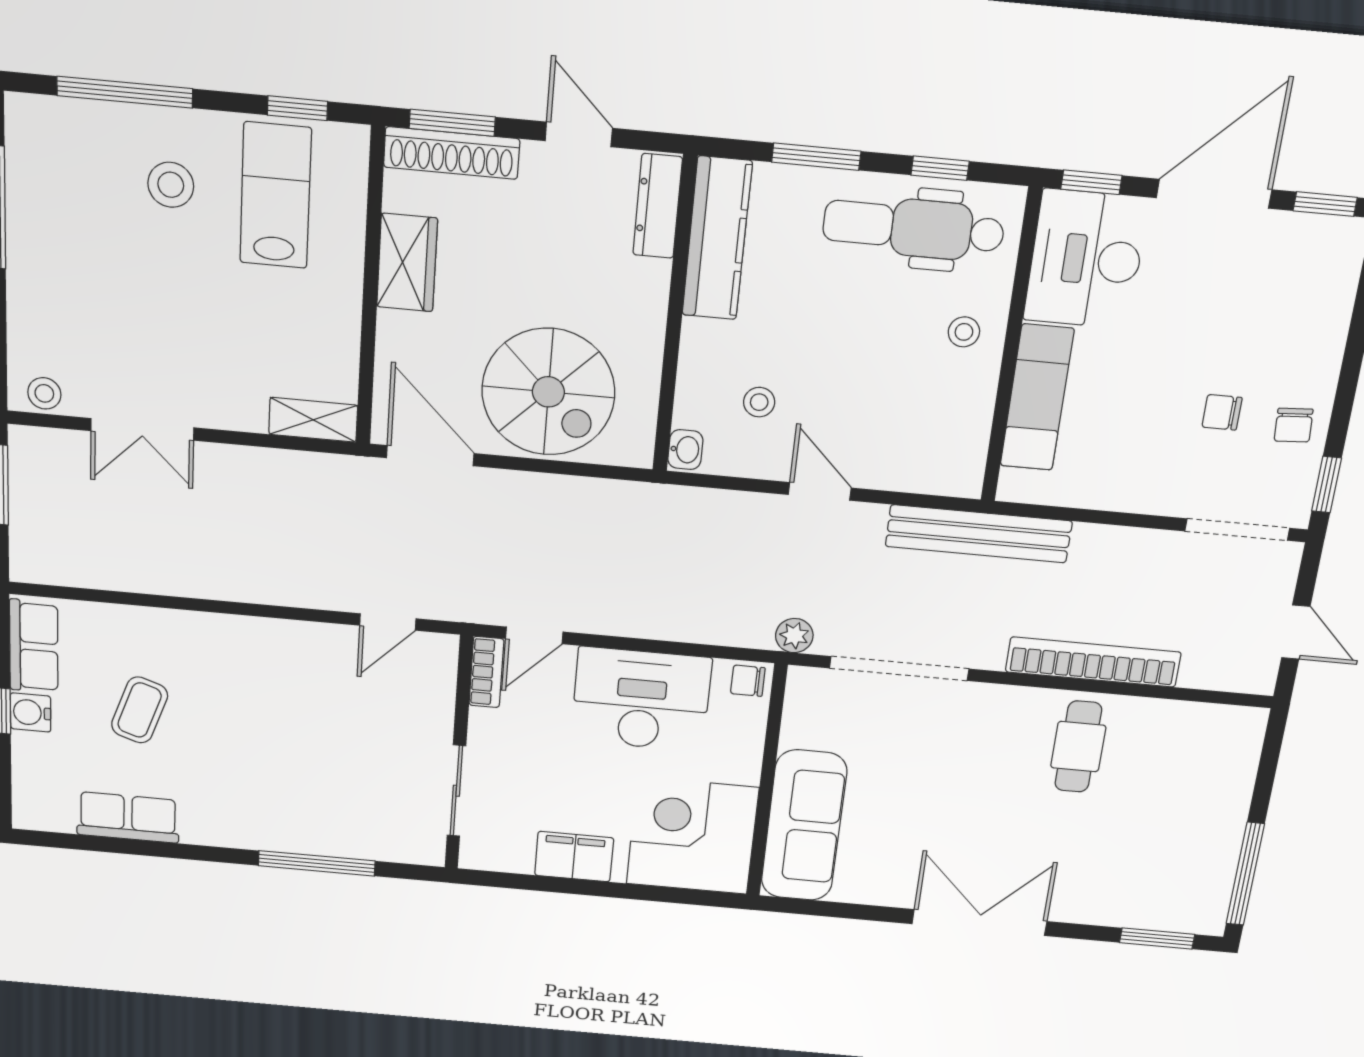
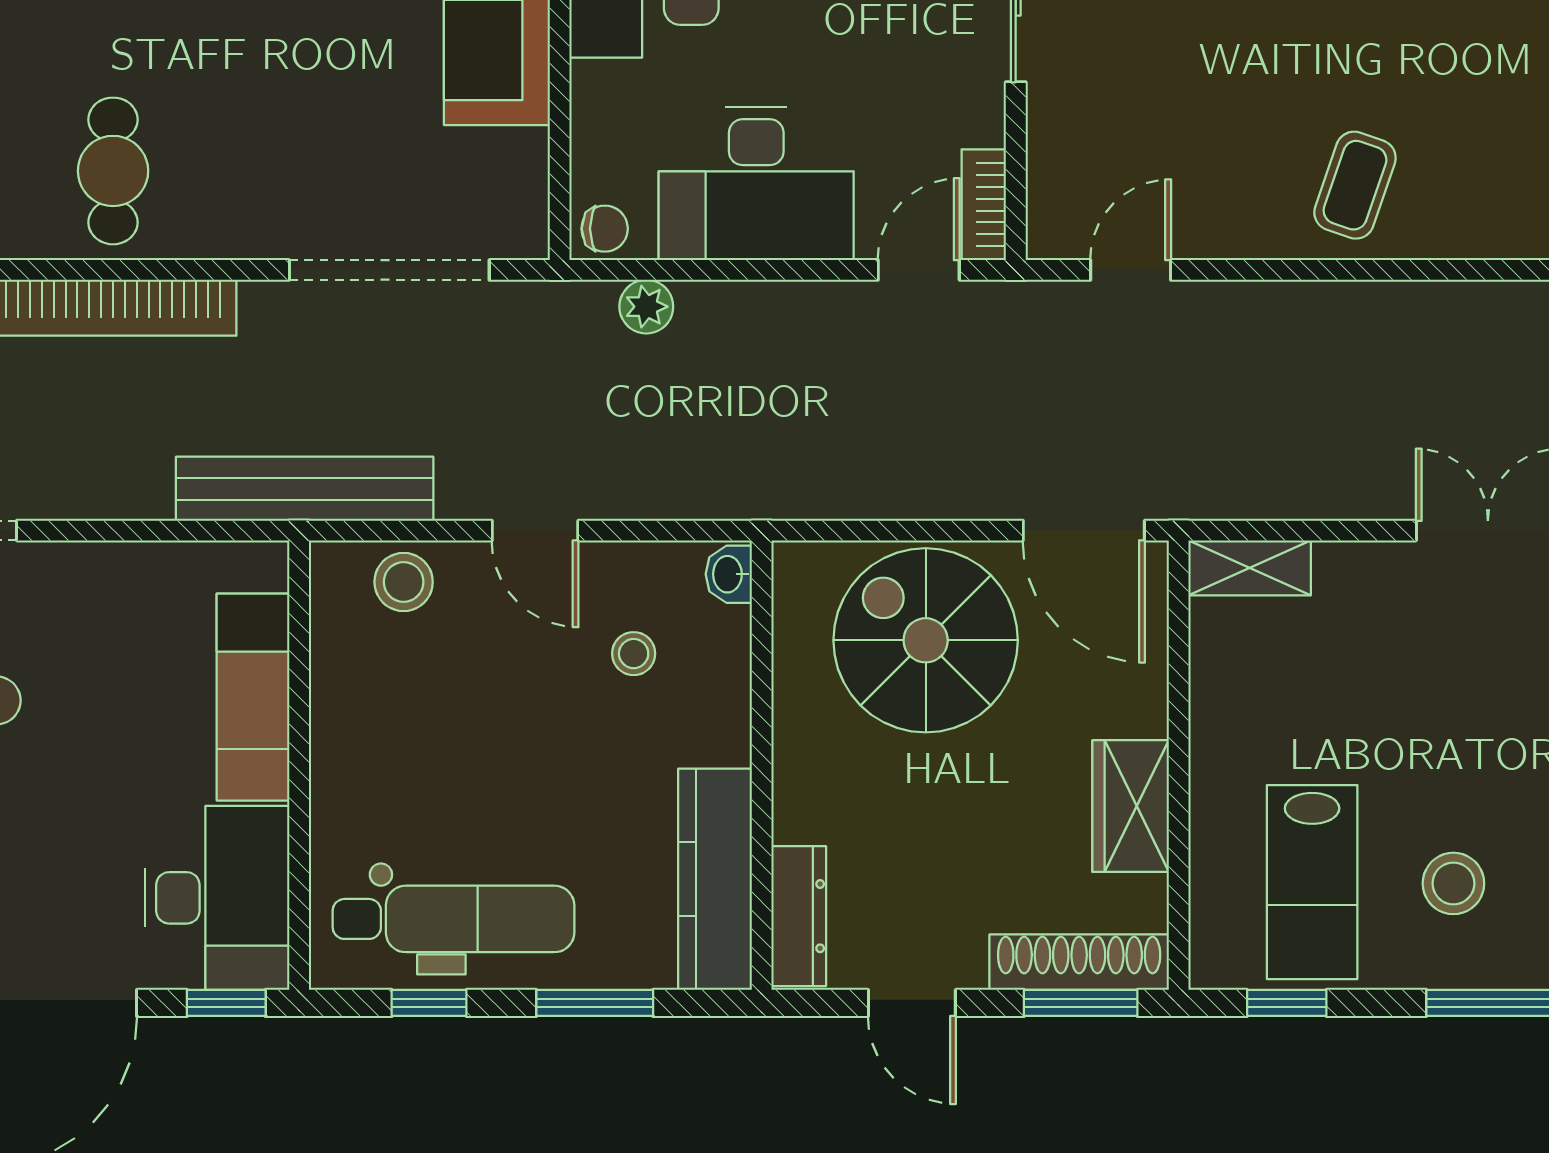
stool: (964, 332) -> (404, 582), moved, width x1.37, depth x1.37
plant: (794, 636) -> (646, 307), moved
coffee table: (140, 710) -> (1355, 185), moved

